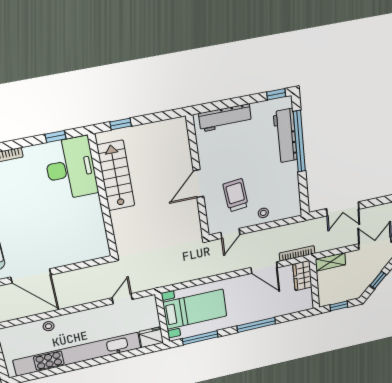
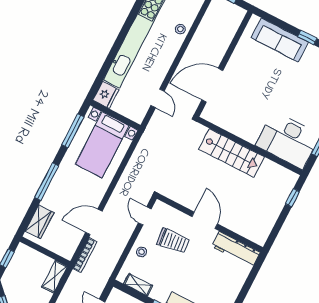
workbench: (225, 118) -> (236, 249), moved, turned -90
stairs: (116, 176) -> (231, 153), moved
shelving: (294, 194) -> (138, 285), added
door: (31, 276) -> (212, 85), moved
wardrobe: (302, 276) -> (40, 222), moved, turned 90

